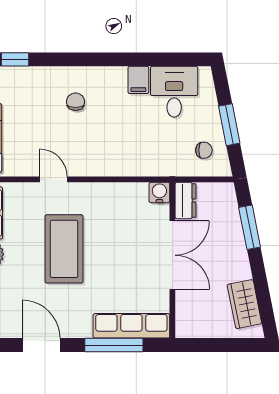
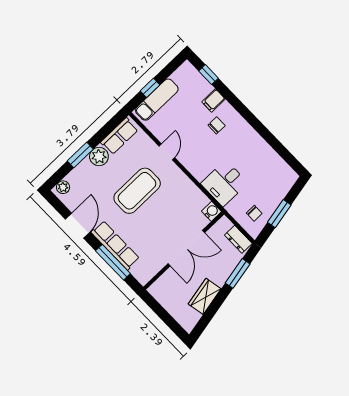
filing cabinet: (138, 80) -> (214, 100), moved
desk: (174, 92) -> (224, 183), moved, turned 180
dresser: (185, 200) -> (238, 239), moved, turned 90
wardrobe: (244, 304) -> (205, 296), moved
row of seats: (131, 326) -> (115, 245), moved

